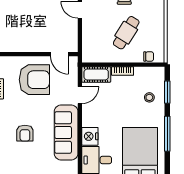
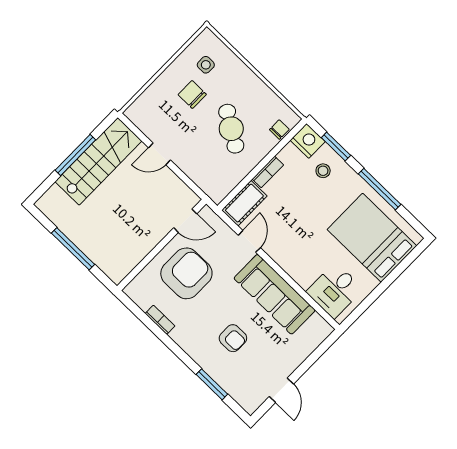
nightstand: (90, 136) -> (308, 141), moved, turned 180

